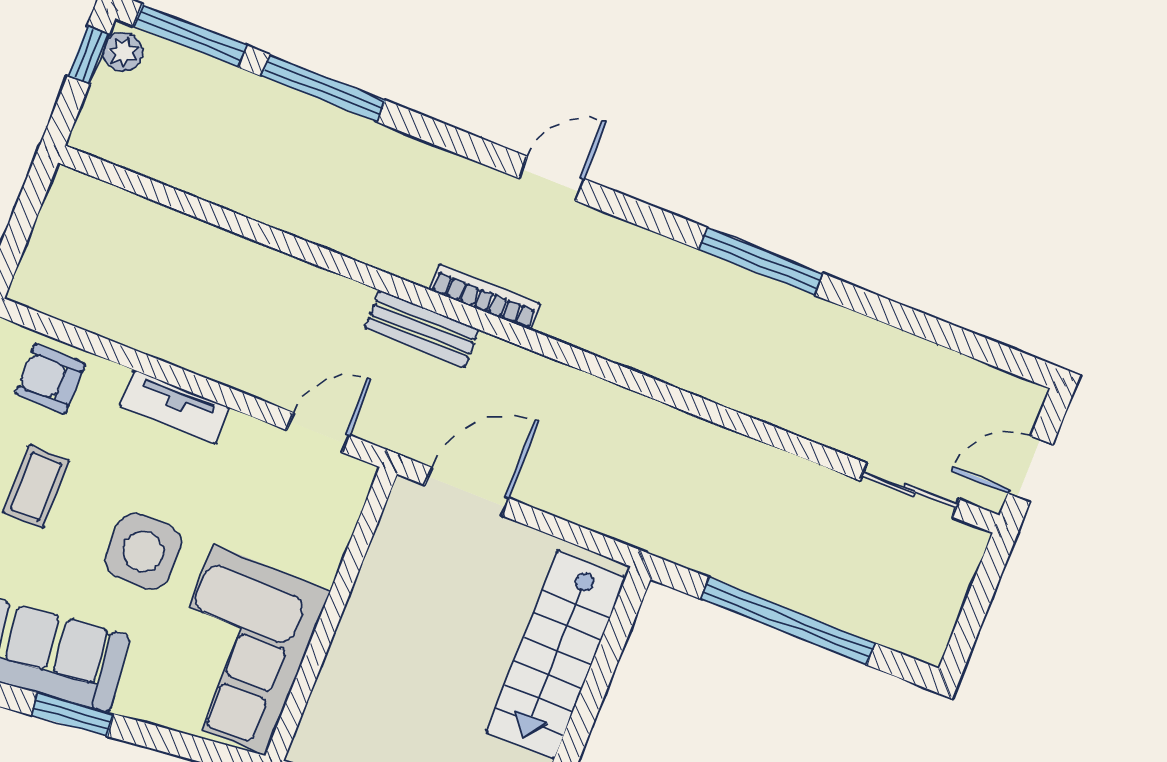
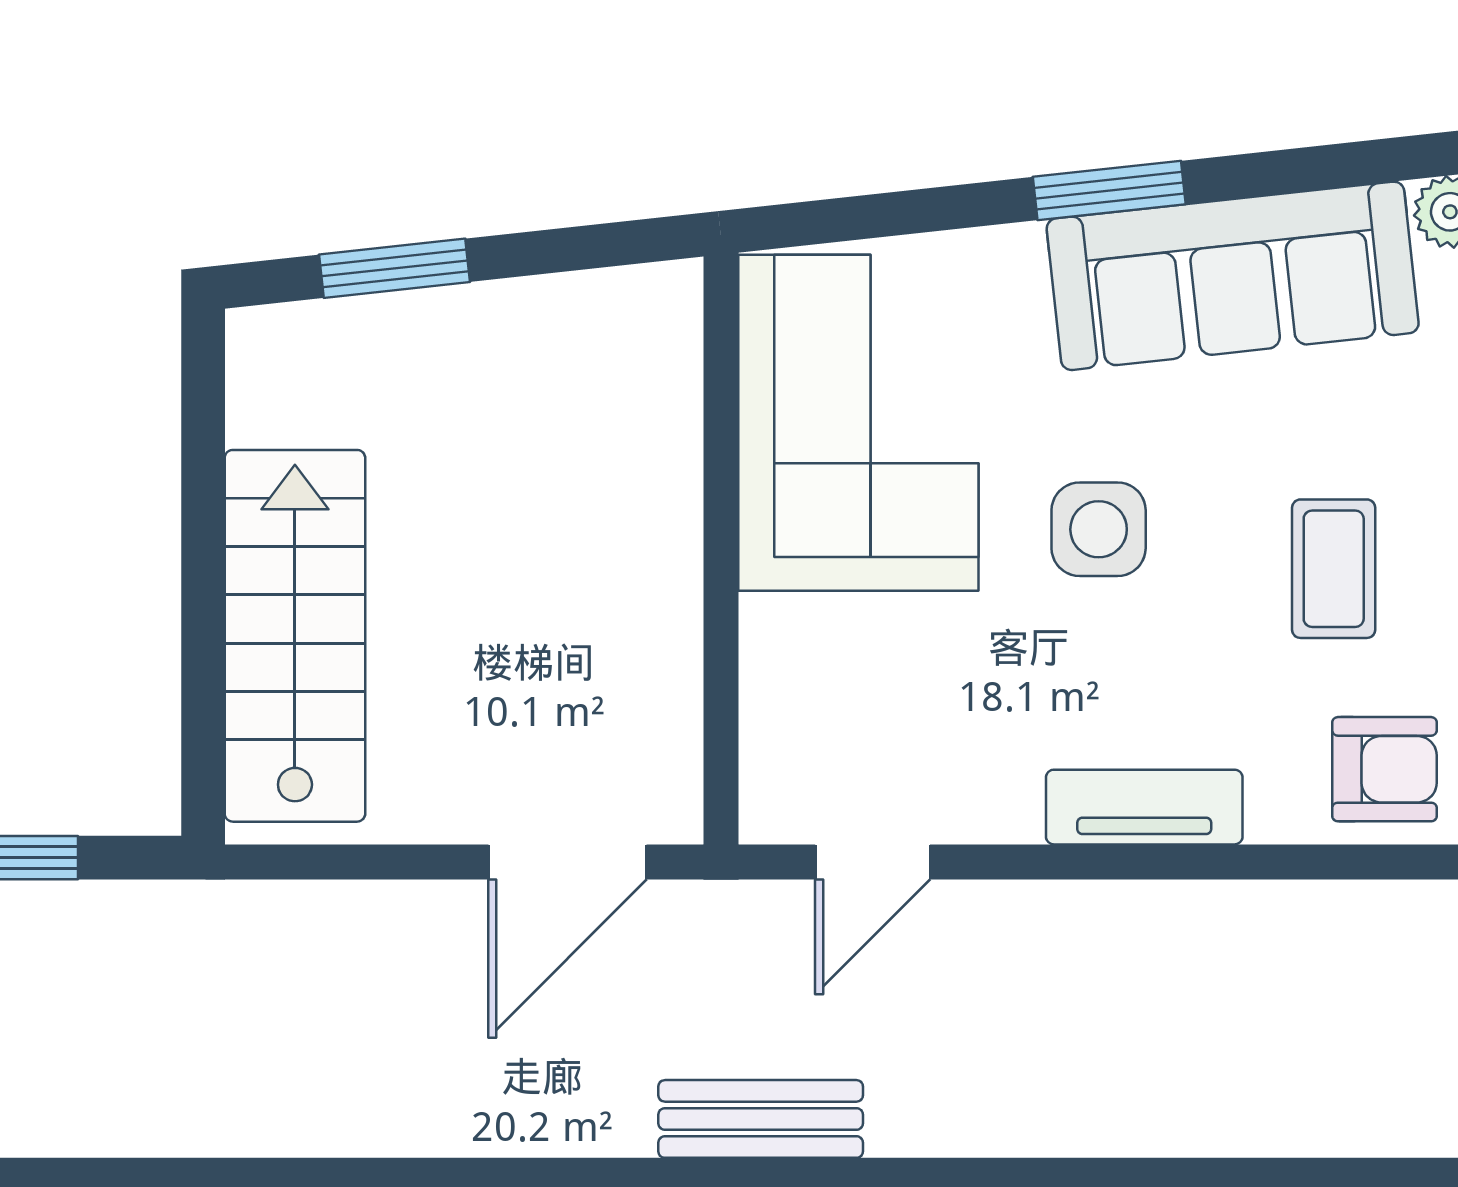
side table: (143, 551) -> (1099, 529), width x0.73, depth x0.73

